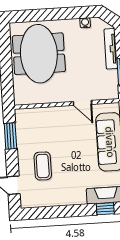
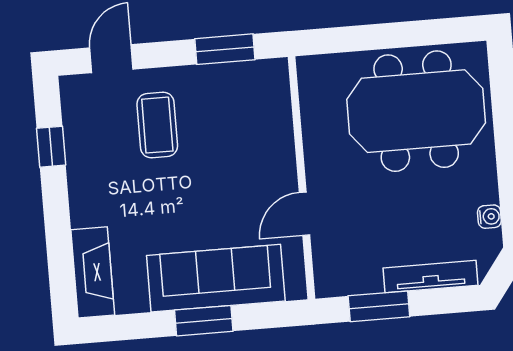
coffee table: (43, 166) -> (157, 125), turned 90
window: (105, 209) -> (51, 147), moved

